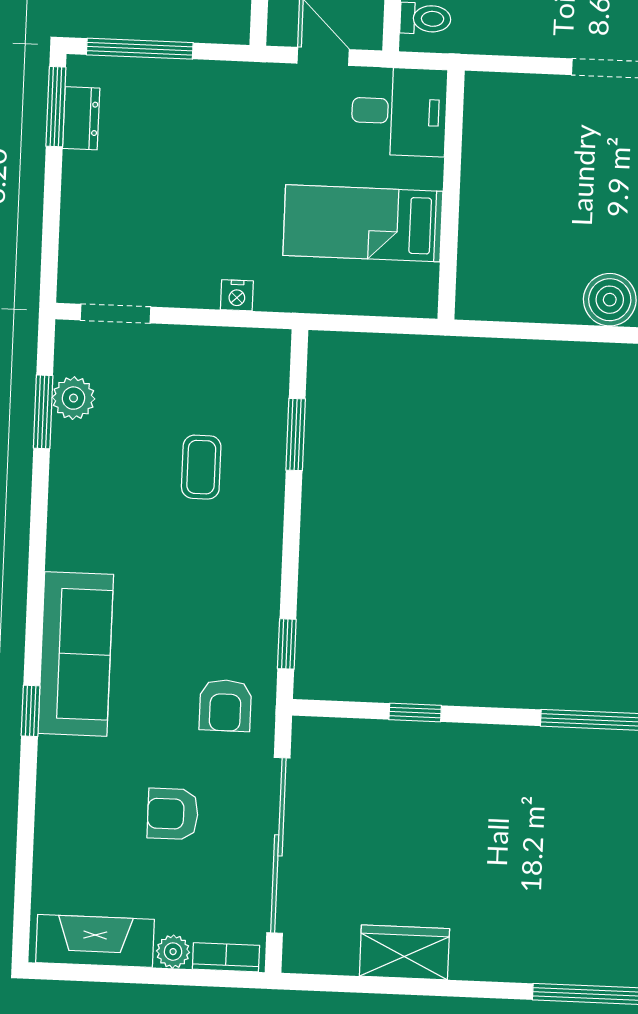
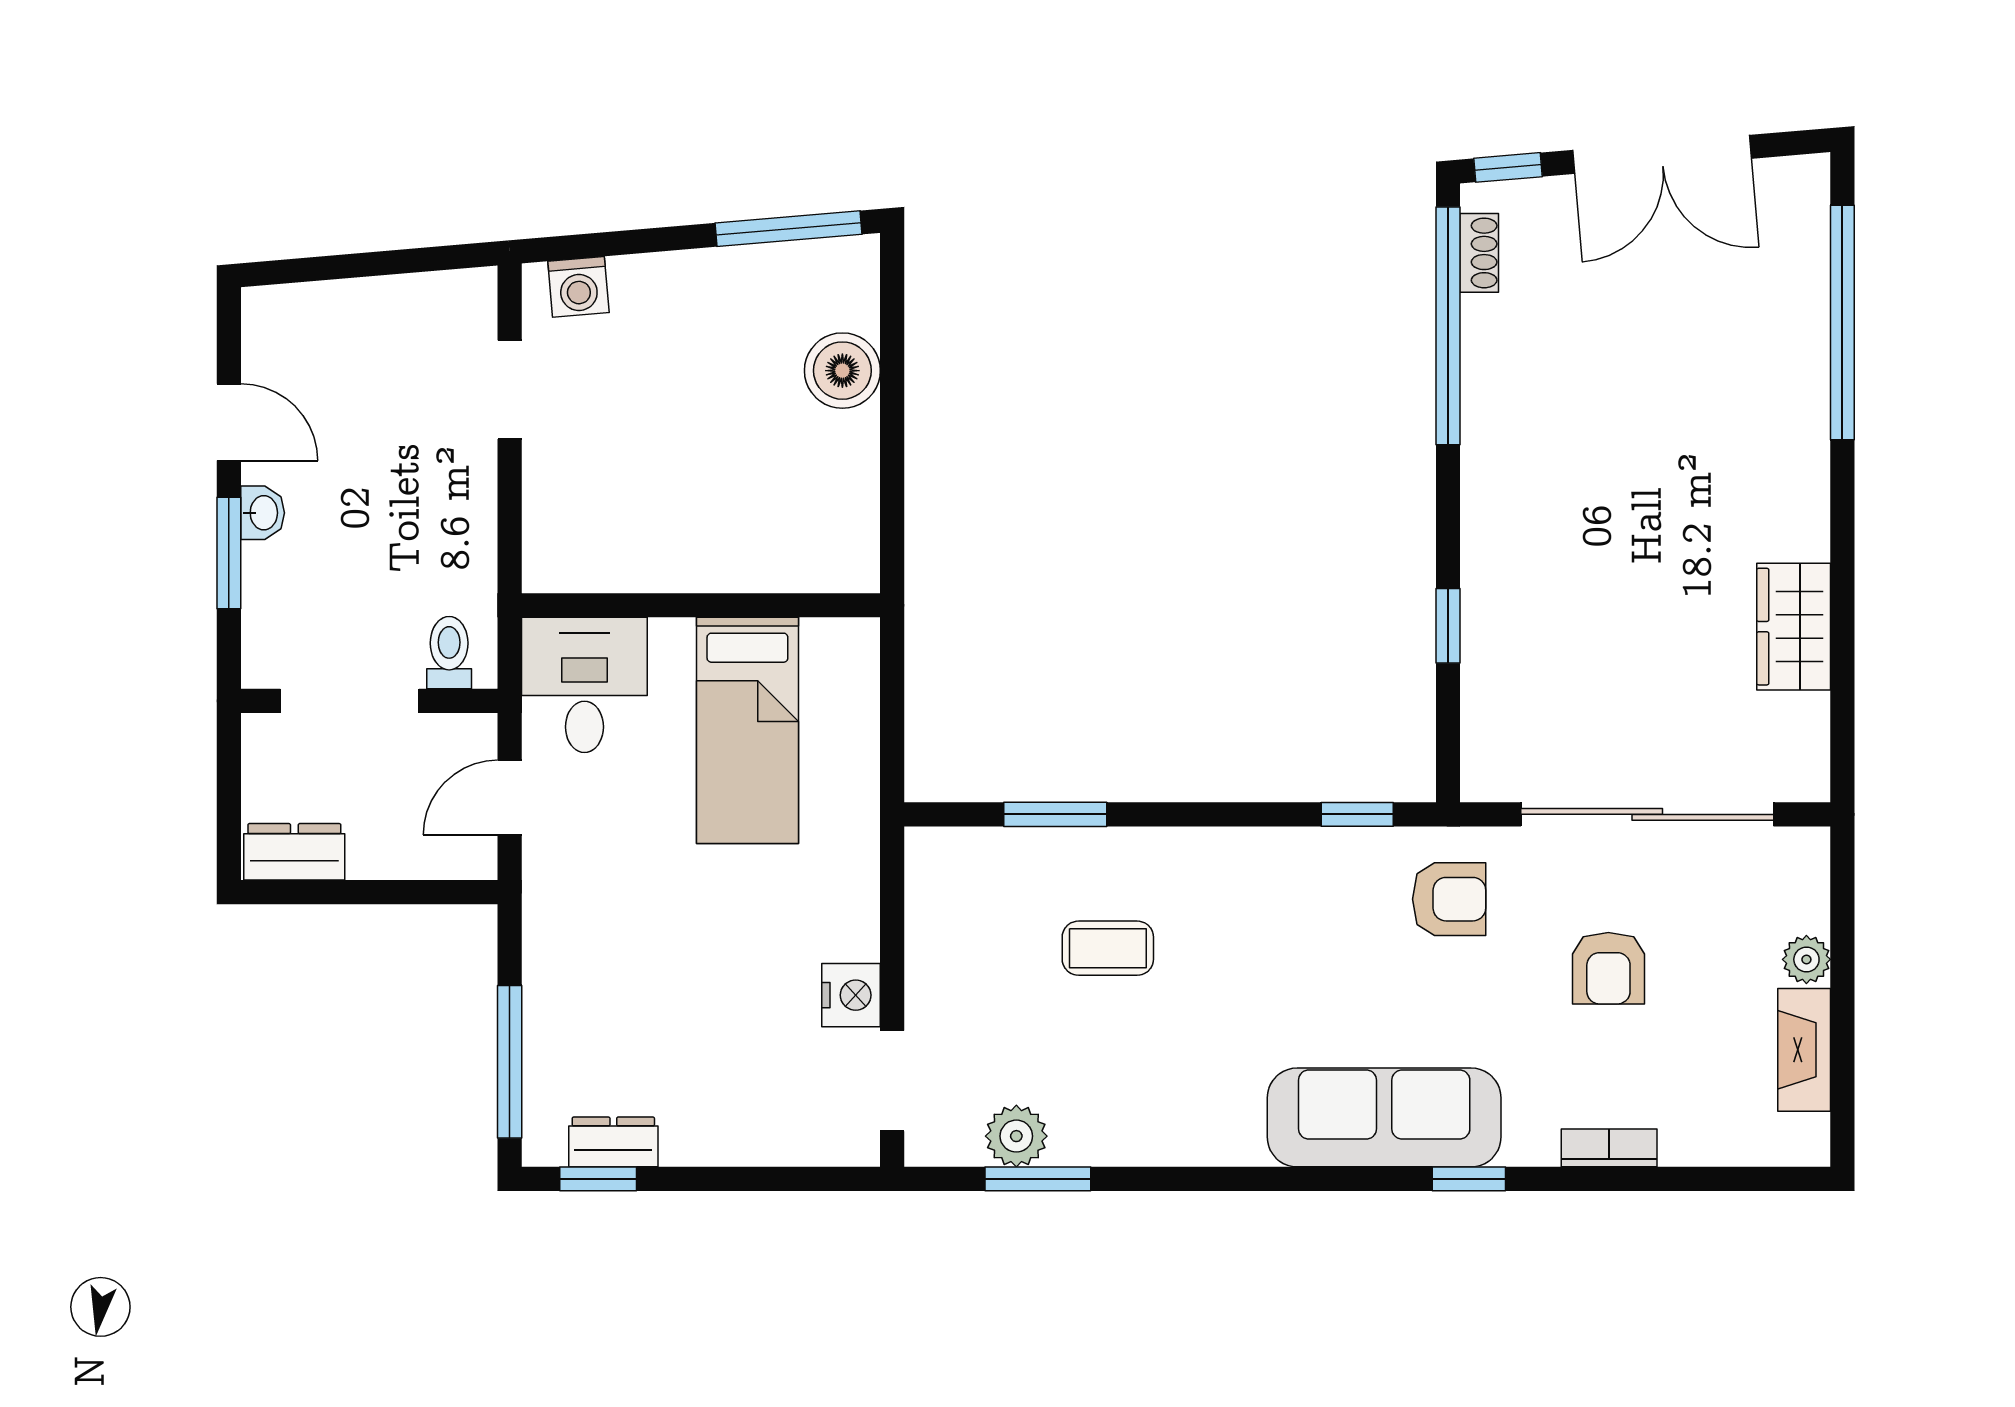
window: (56, 107) -> (598, 1179), width x0.67
nightstand: (237, 295) -> (851, 995), moved, width x1.39, depth x1.35
fireplace: (95, 941) -> (1804, 1050), width x0.73, depth x0.76
bookcase: (226, 957) -> (1609, 1148), moved, turned 90

